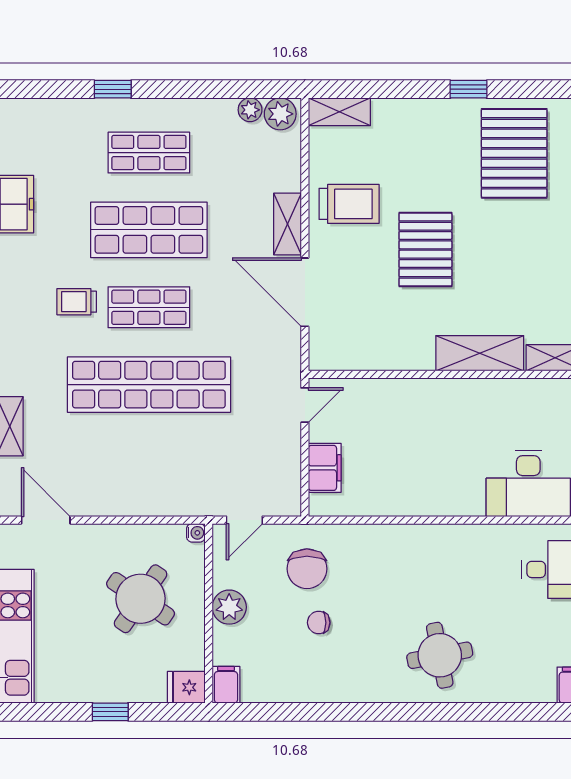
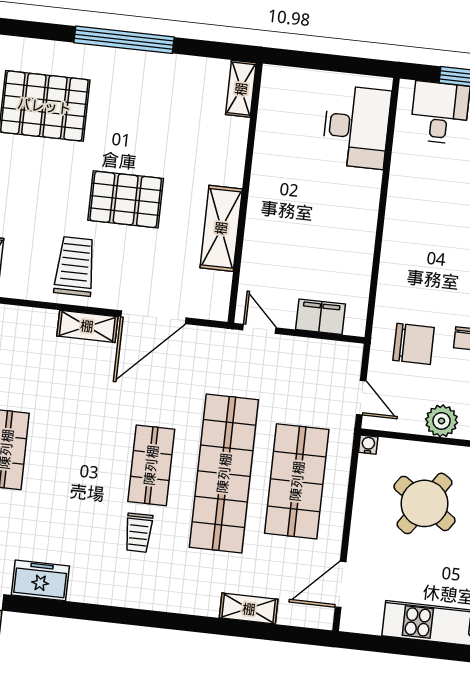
shop shelf: (149, 230) -> (297, 481), moved
shelving: (480, 353) -> (221, 228), moved

